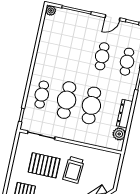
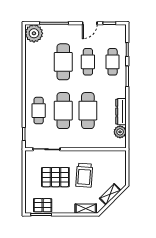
plant: (51, 10) -> (34, 33), width x1.88, depth x1.88
cafe table: (77, 51) -> (63, 62), added

